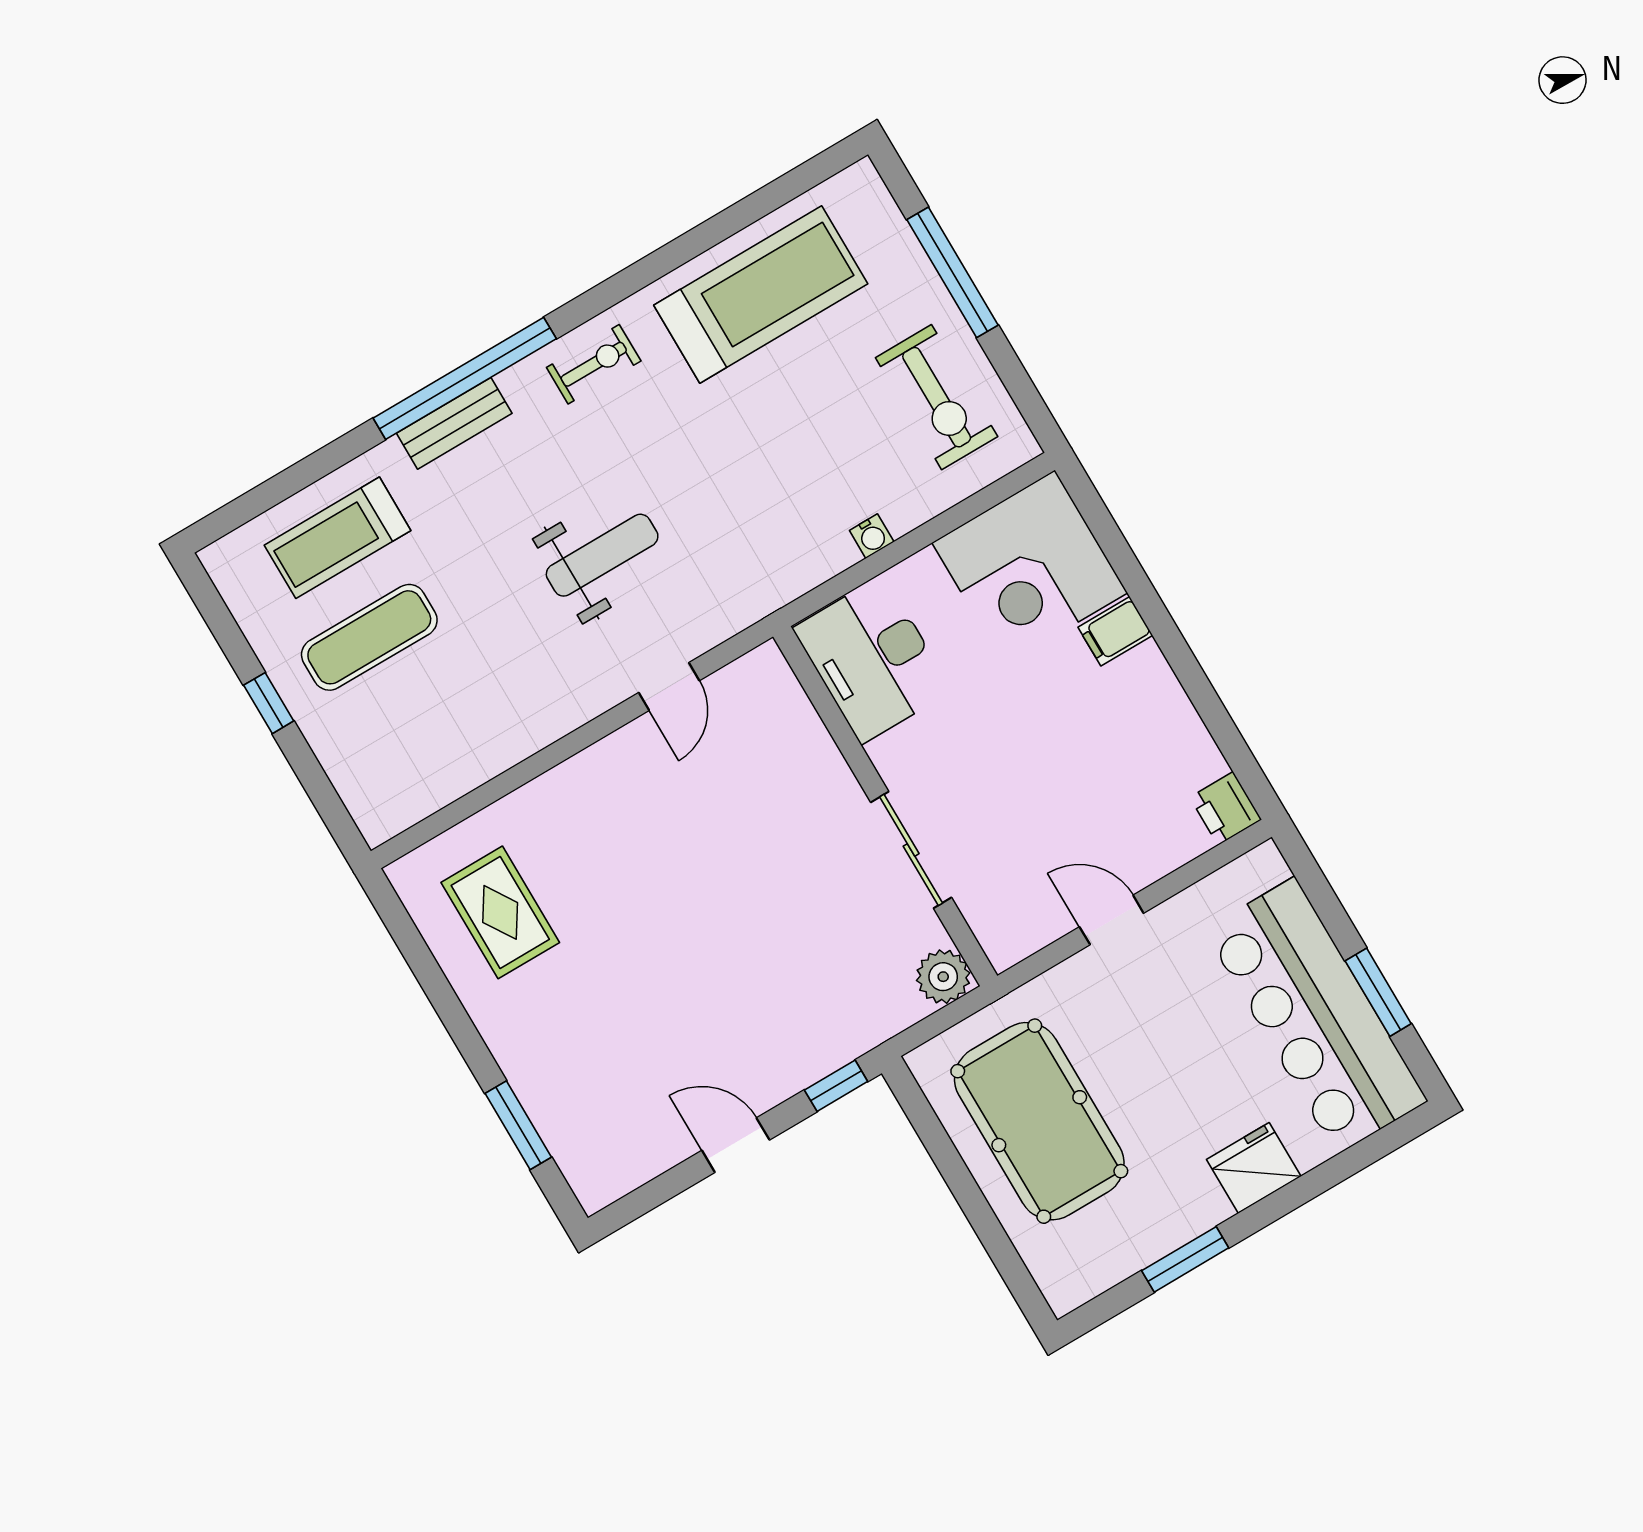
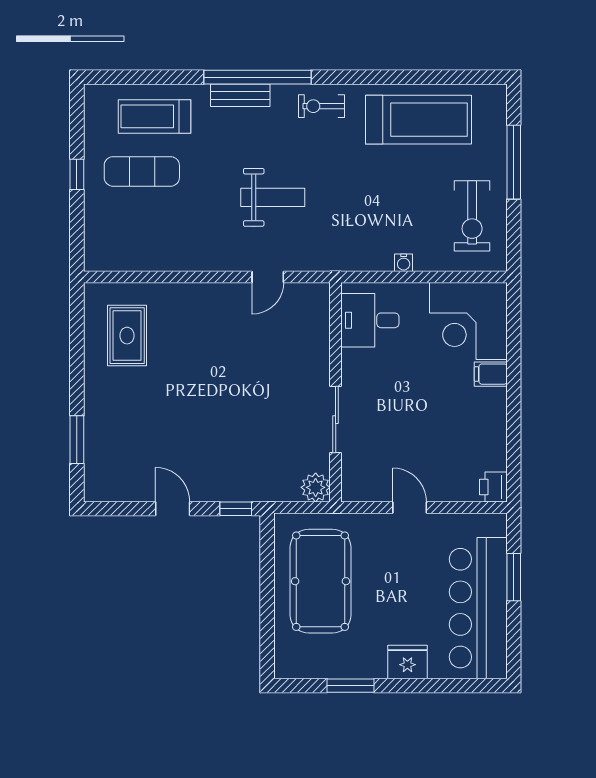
exercise bike: (594, 364) -> (321, 106), turned 180
desk: (872, 660) -> (370, 320), width x0.73
window: (1378, 992) -> (514, 577), moved

